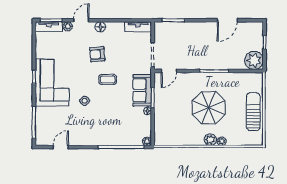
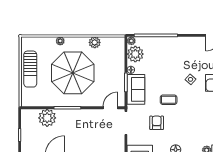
armchair: (97, 54) -> (157, 123), moved, turned -85
plant: (254, 60) -> (47, 118), moved
parasol: (209, 108) -> (73, 73), width x1.36, depth x1.36
plant: (143, 128) -> (135, 54), added
plant: (210, 140) -> (95, 42), moved

